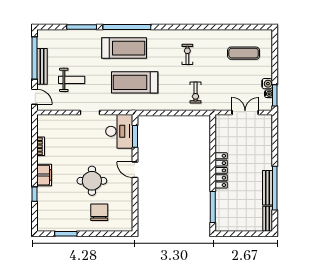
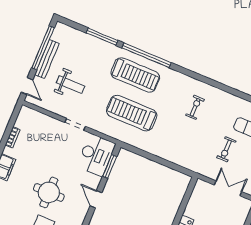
exercise bike: (195, 93) -> (226, 149), moved

